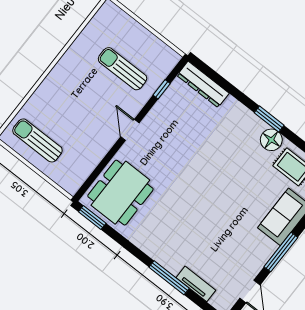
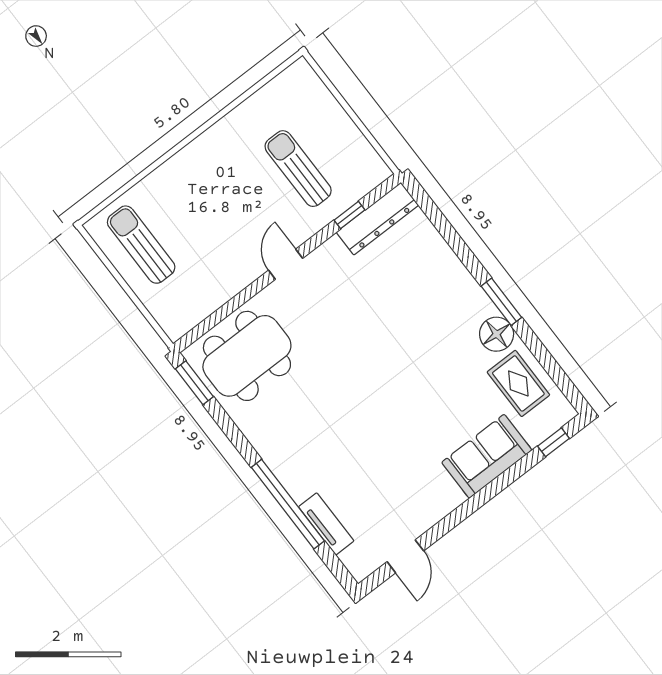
dresser: (203, 84) -> (377, 219), moved, turned -90
window: (281, 252) -> (468, 508), removed
window: (169, 278) -> (288, 504), width x1.46

